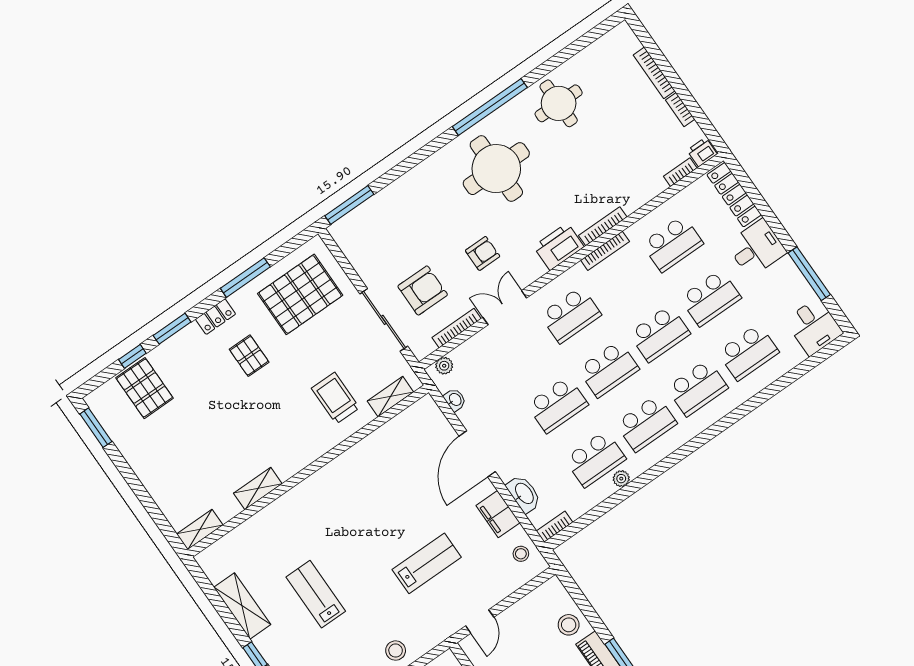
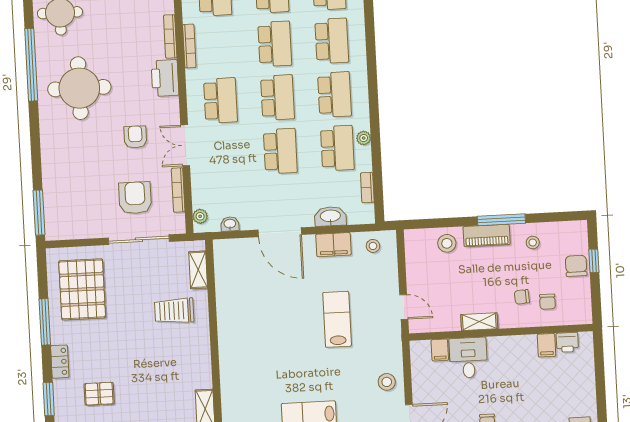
pallet: (249, 356) -> (99, 394), moved
bookcase: (555, 527) -> (367, 188), moved

